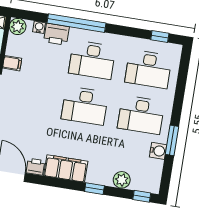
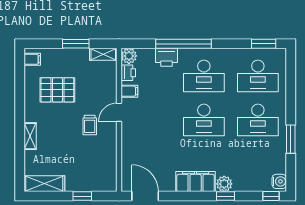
water cooler: (39, 27) -> (149, 53), removed
window: (160, 37) -> (264, 44), width x1.50
water cooler: (158, 151) -> (279, 181), moved
printer: (35, 167) -> (128, 73), moved, turned 90
plant: (122, 180) -> (224, 184), moved

